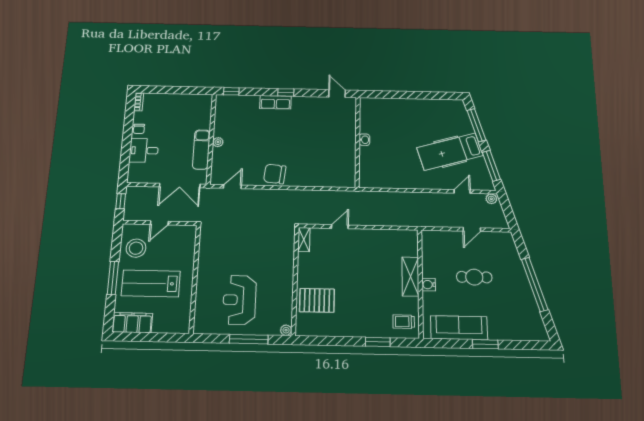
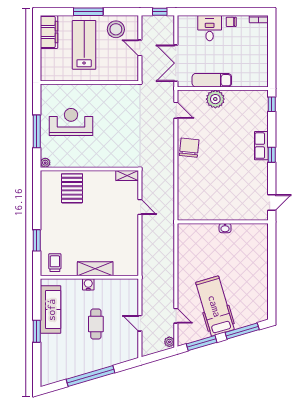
plant: (218, 142) -> (215, 99), width x1.87, depth x1.87

